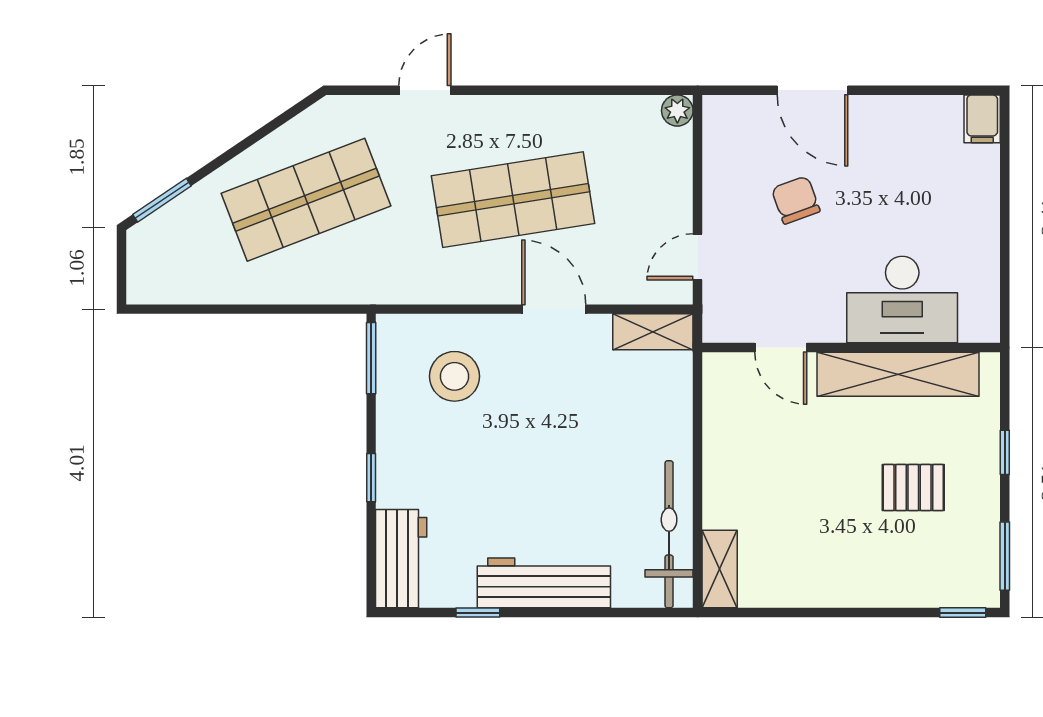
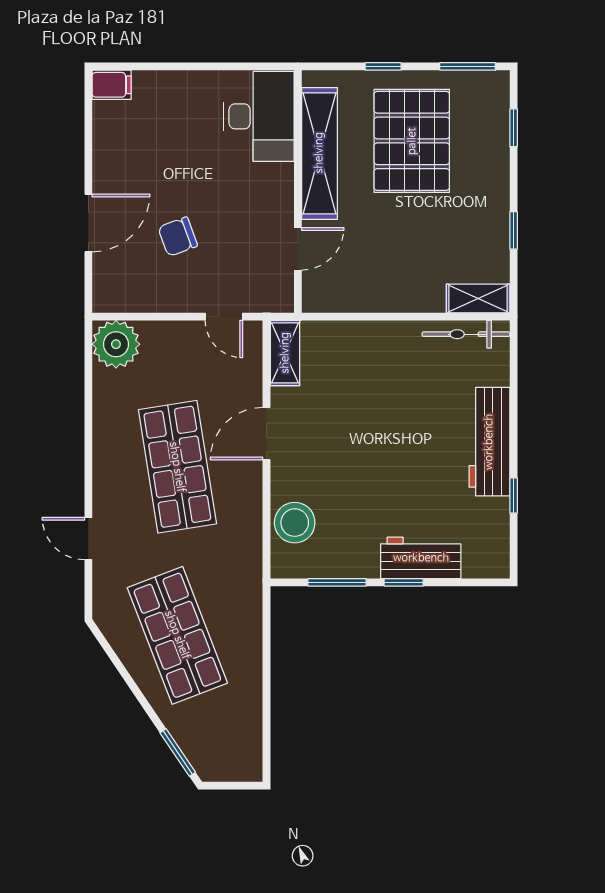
plant: (677, 111) -> (116, 344), width x1.87, depth x1.87
desk: (902, 300) -> (259, 116), moved
window: (371, 358) -> (337, 582), moved
stool: (455, 376) -> (295, 523), moved
pallet: (913, 488) -> (412, 141), width x2.05, depth x2.00
bicycle: (669, 534) -> (466, 334), width x0.73, depth x0.71
workbench: (401, 559) -> (421, 558), moved
window: (803, 613) -> (514, 230), added
window: (963, 613) -> (514, 128), moved

